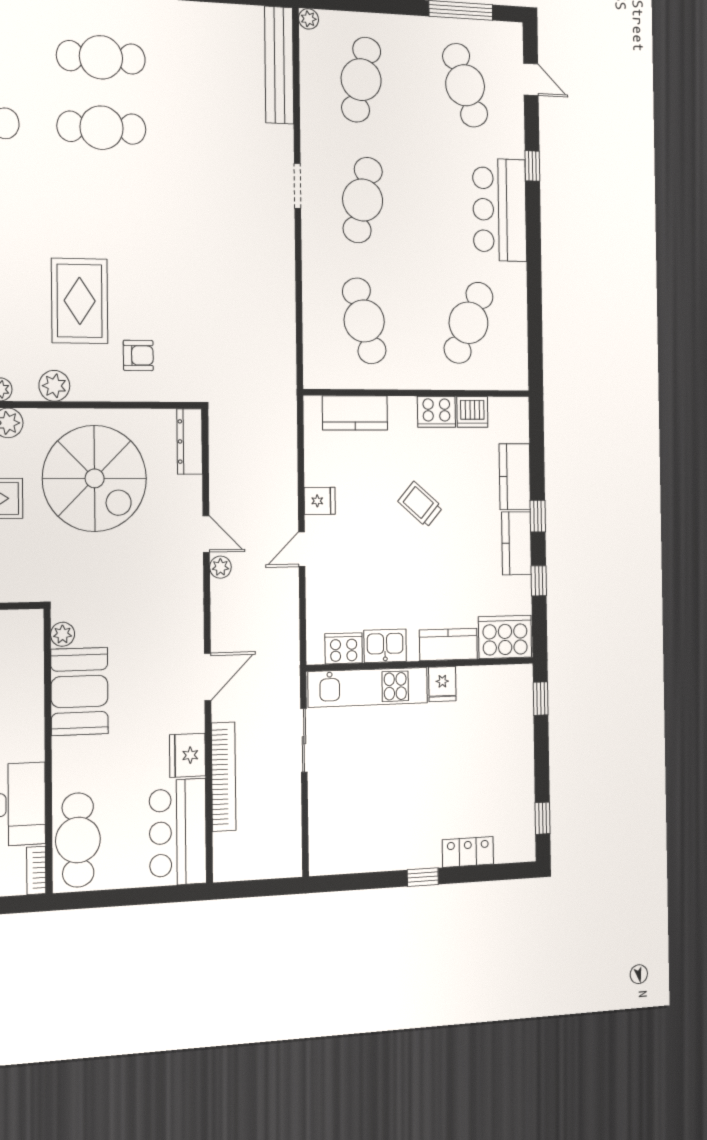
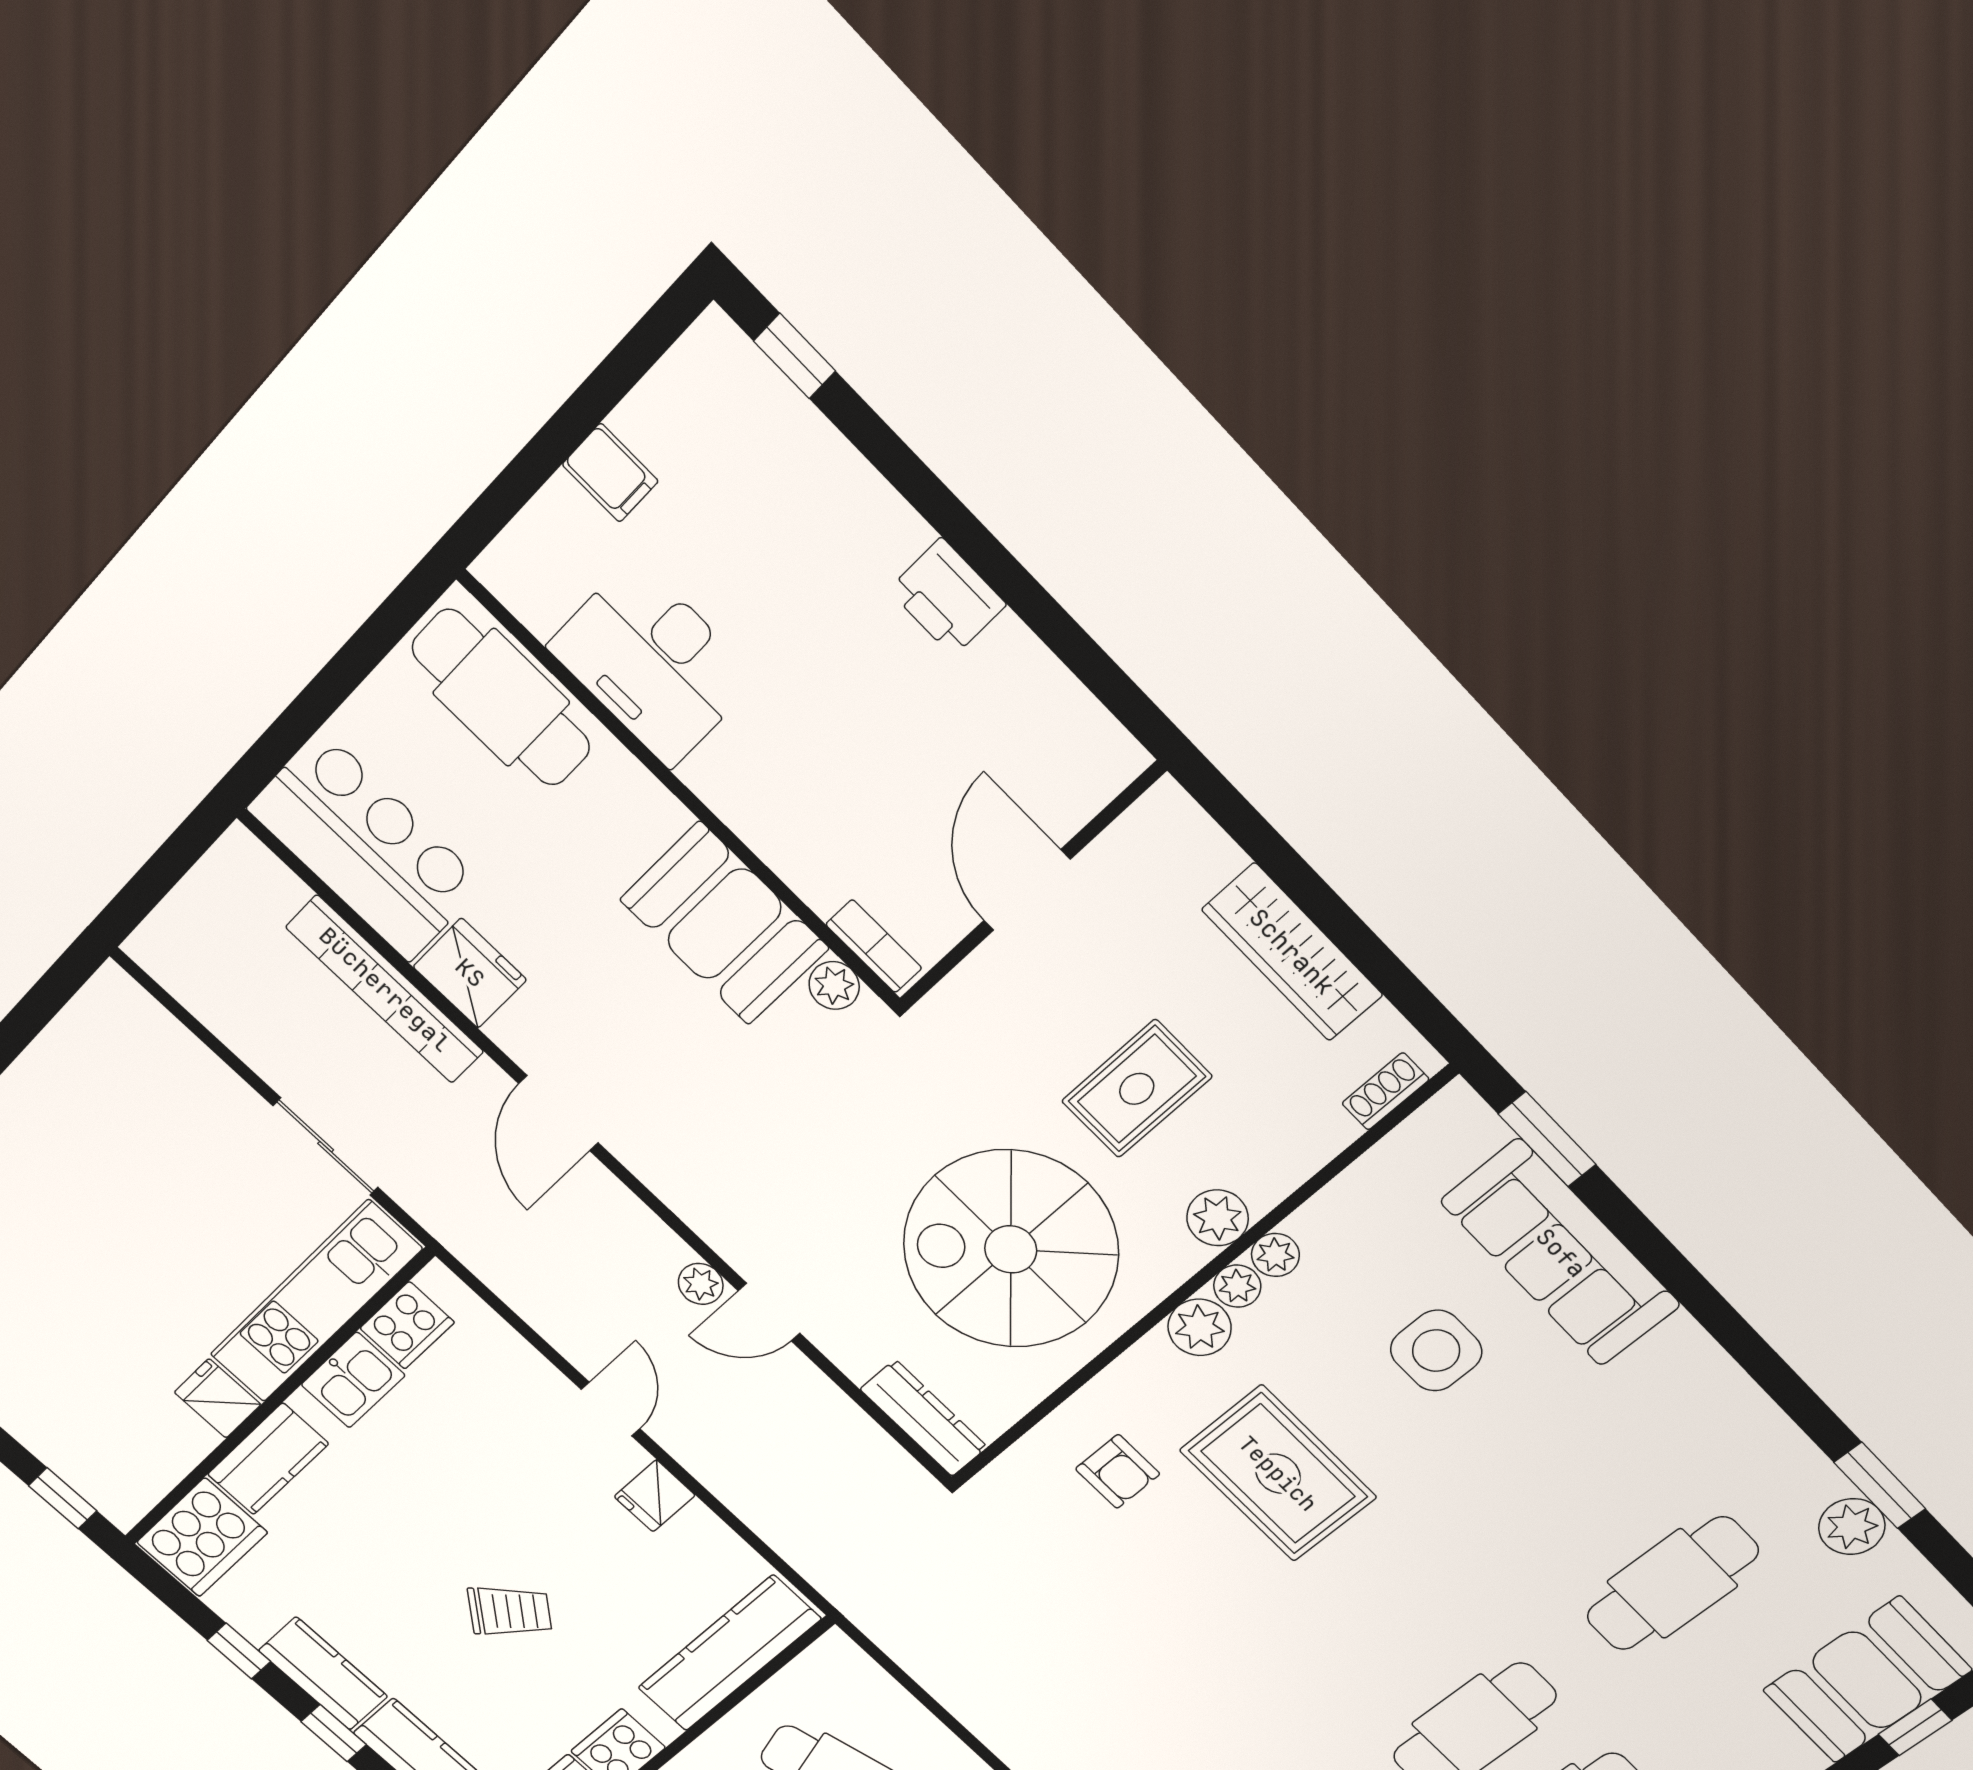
armchair: (138, 355) -> (1118, 1471), turned -90
plant: (25, 390) -> (1237, 1286), added
kitchen counter: (355, 413) -> (729, 1653), width x1.50
bookcase: (36, 870) -> (874, 946), moved

